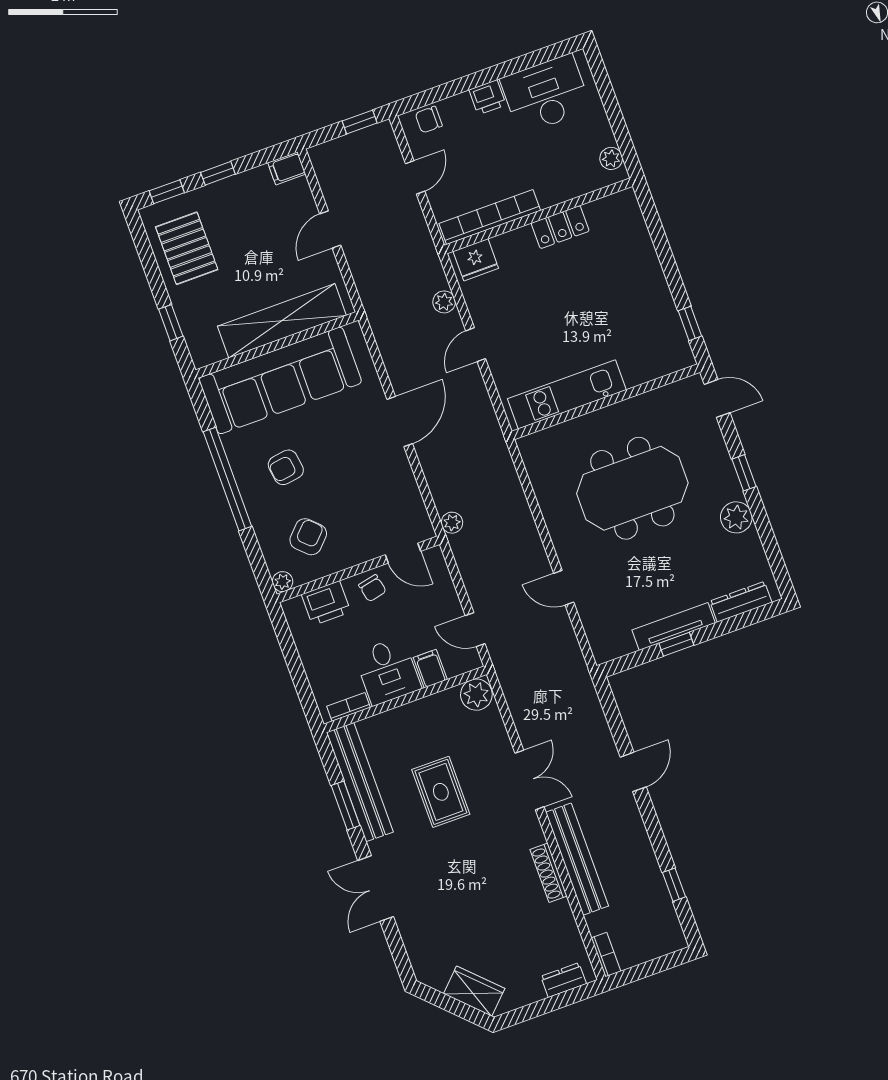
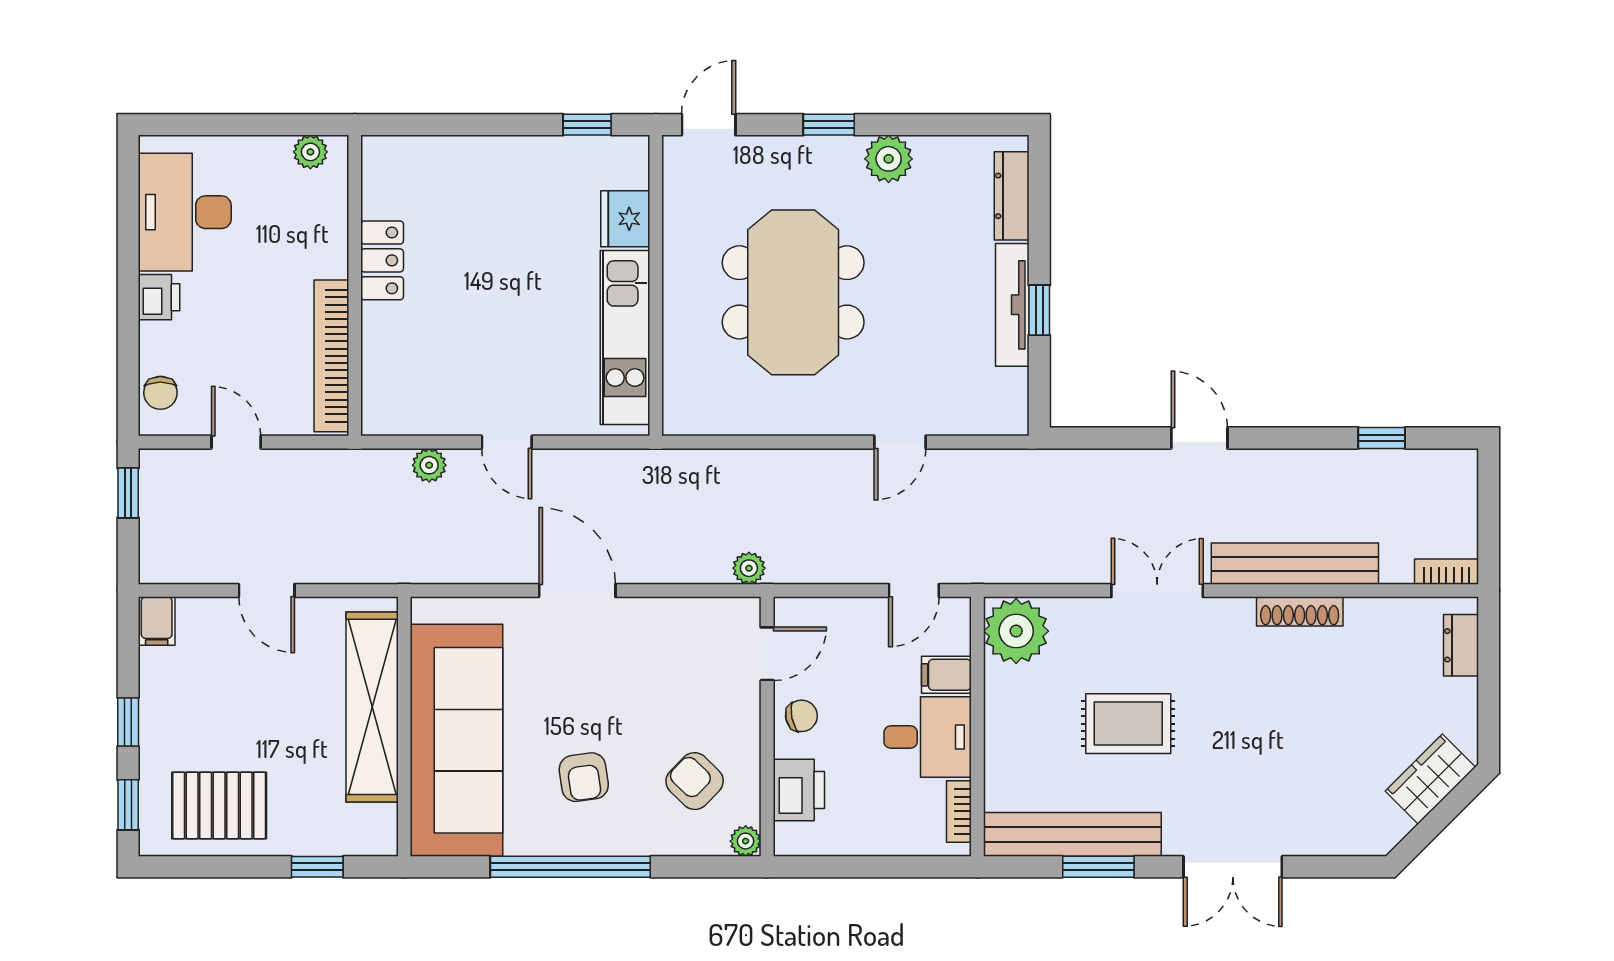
fridge: (476, 260) -> (625, 219), moved, turned 180
plant: (476, 695) -> (1016, 631), width x1.36, depth x1.36

